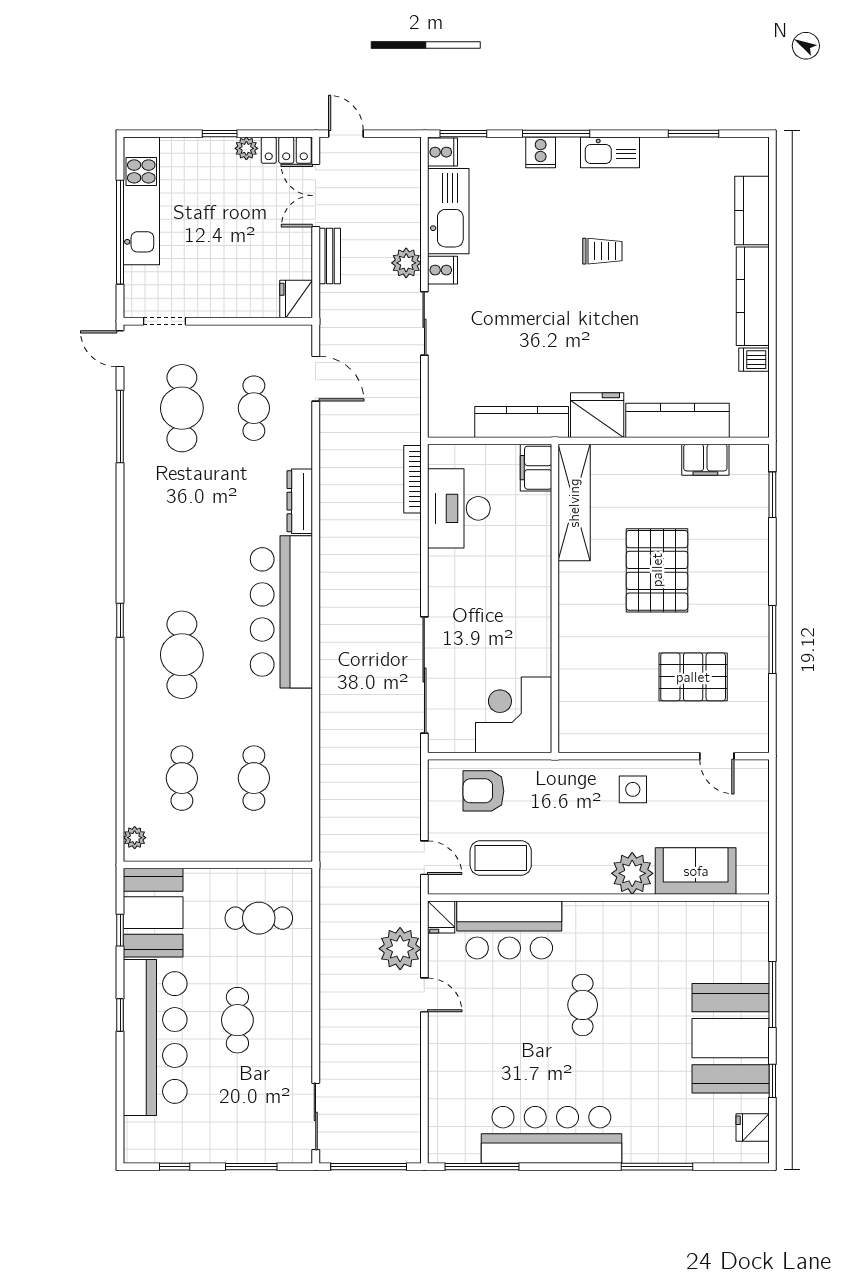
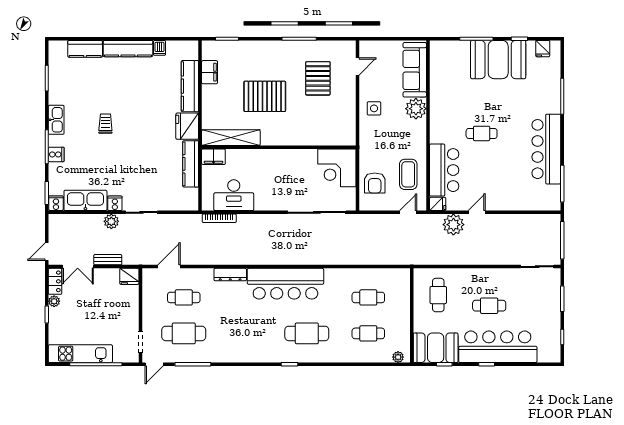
sofa: (696, 871) -> (415, 70), width x1.36

